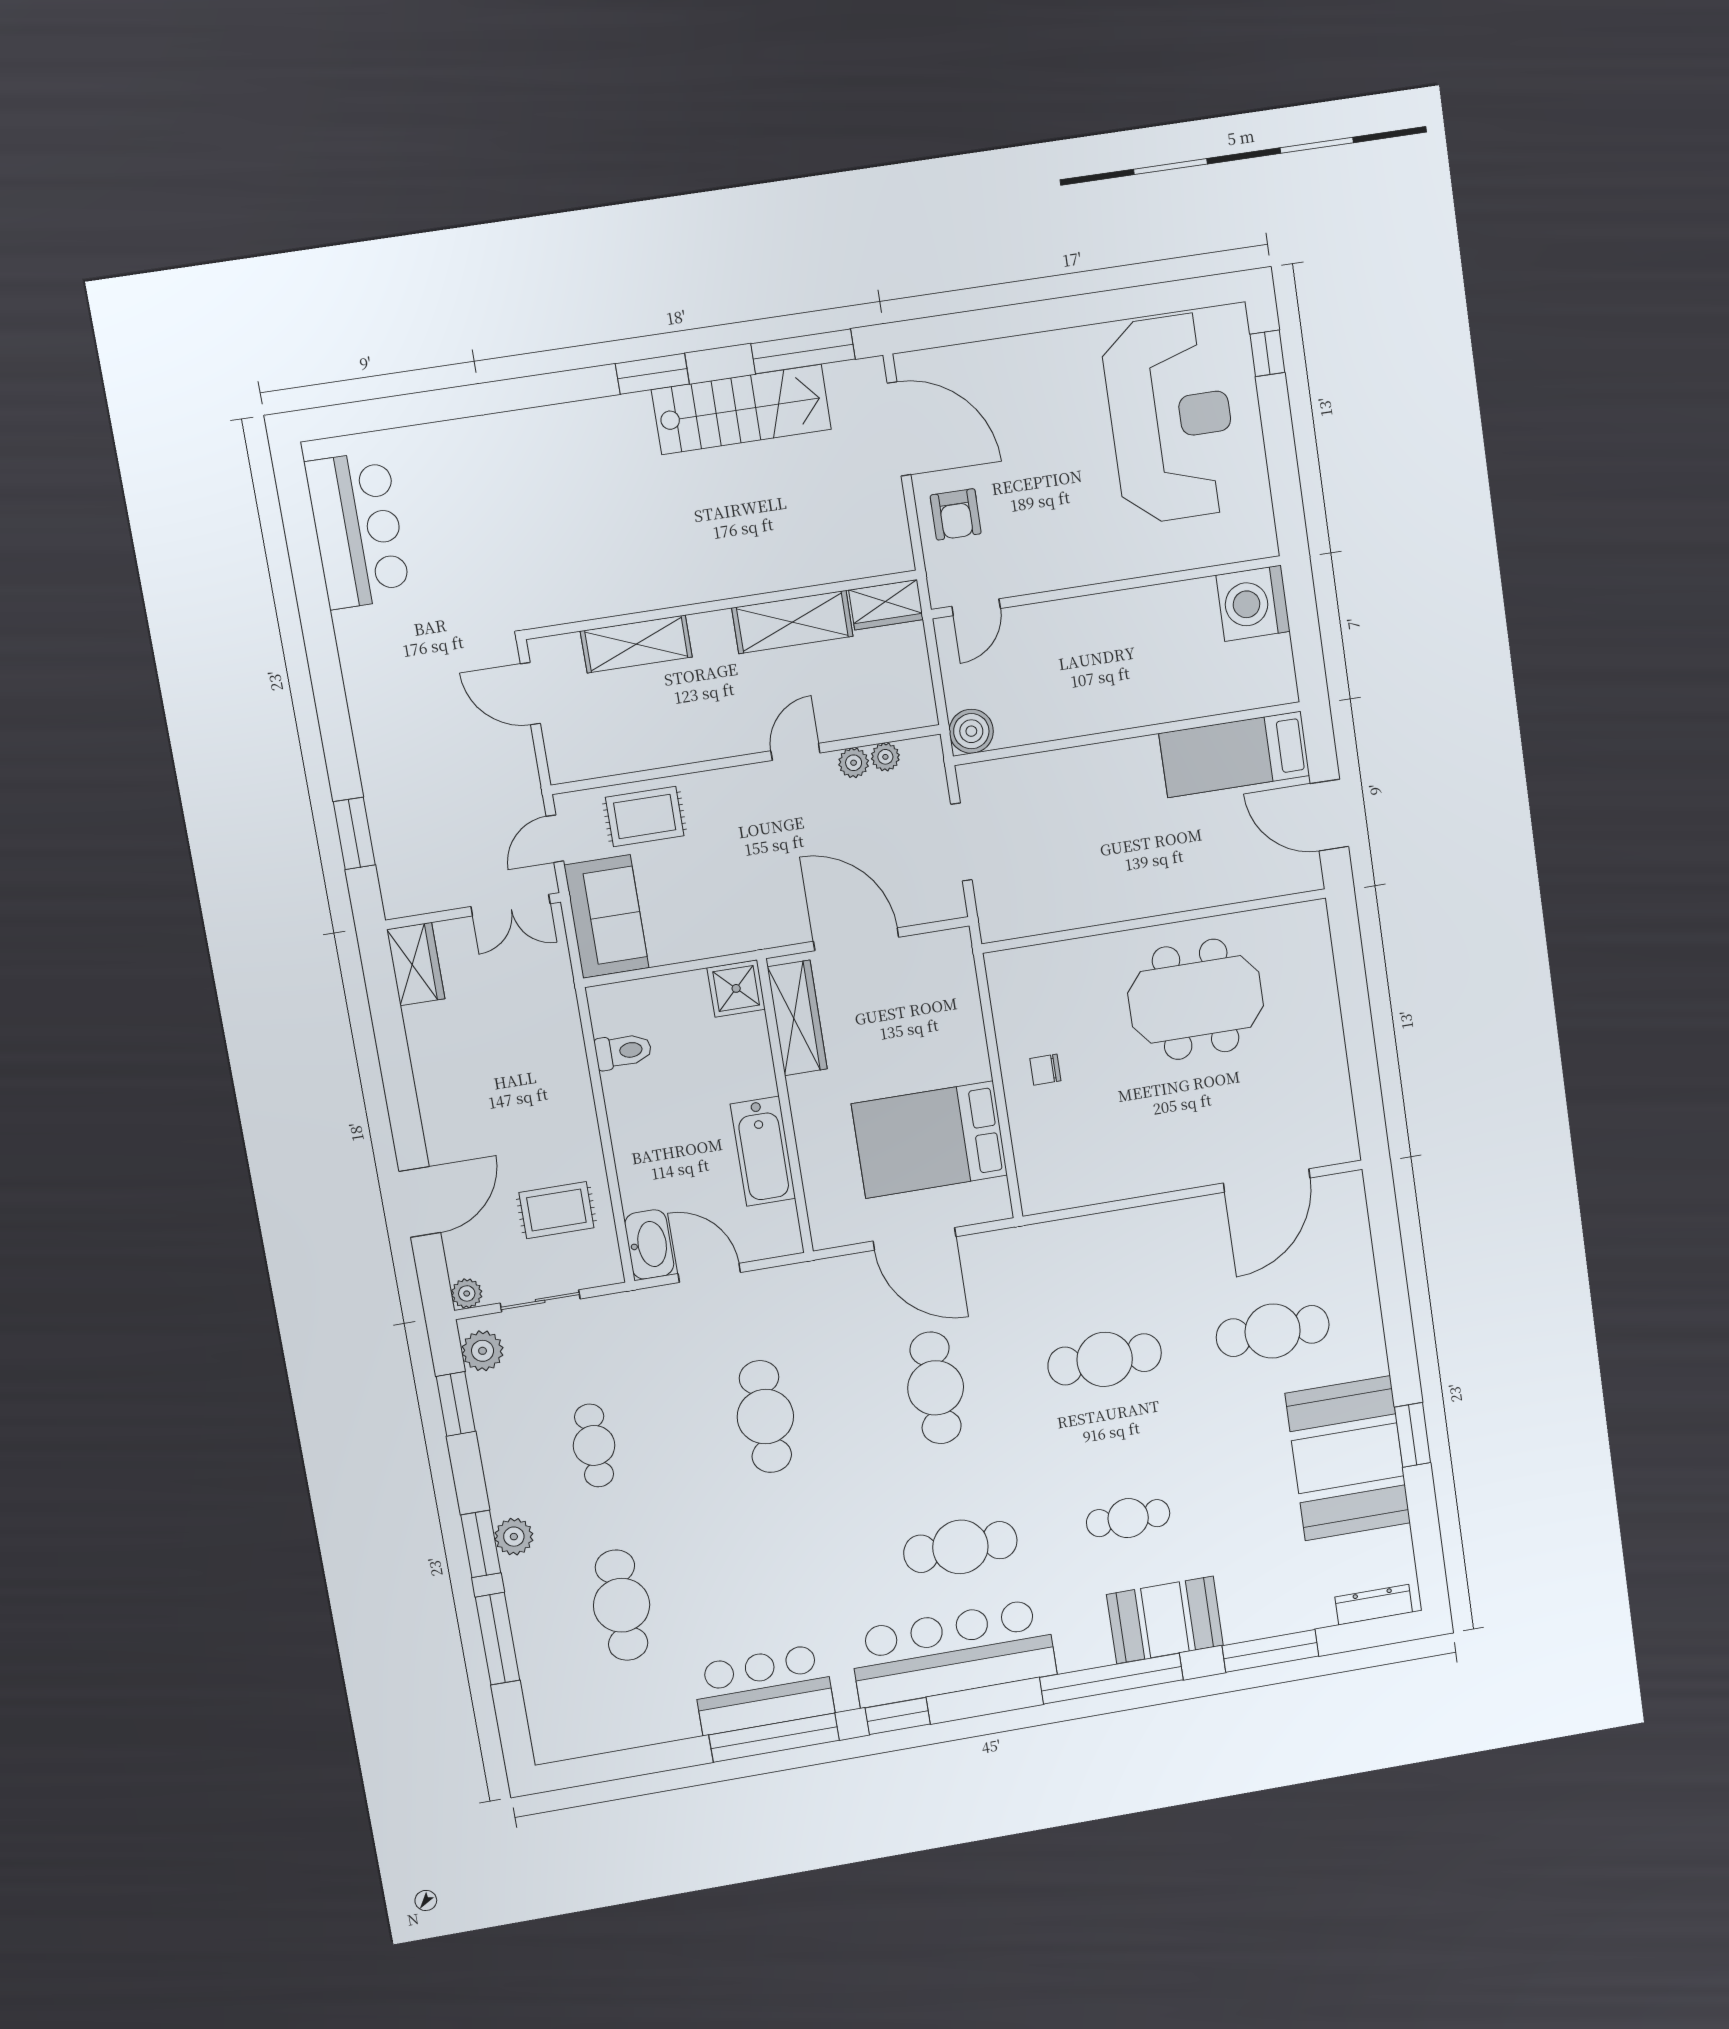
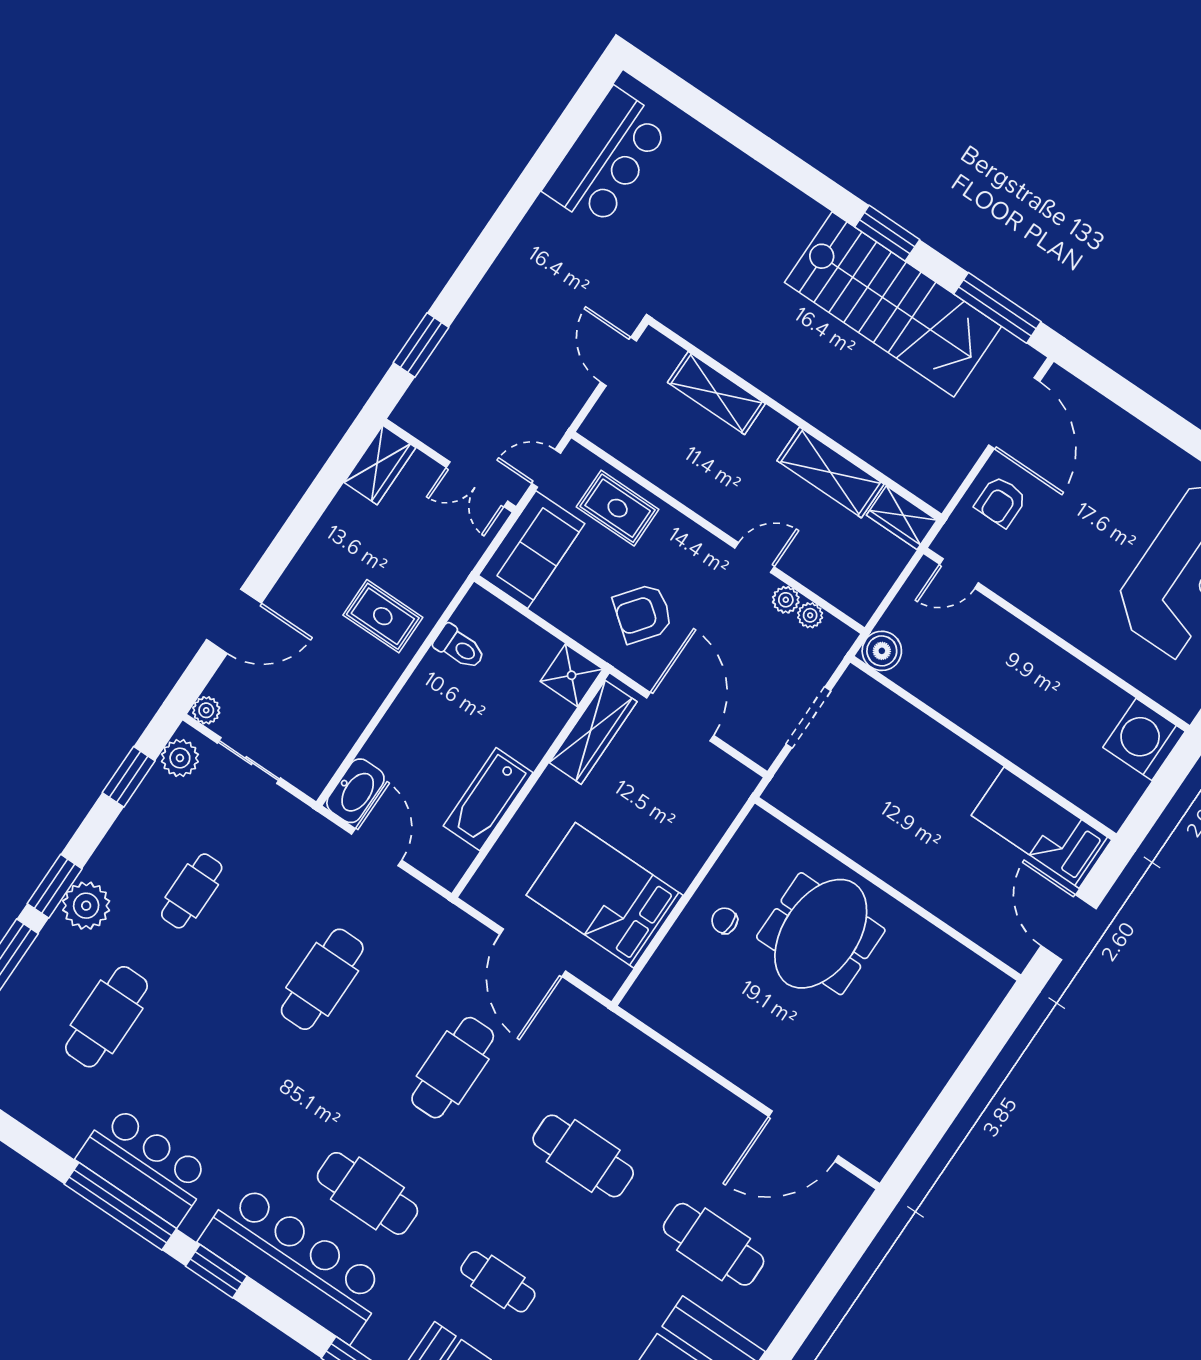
stairs: (741, 410) -> (893, 304), width x1.36, depth x1.51
armchair: (747, 884) -> (643, 613), added
meeting table: (1196, 999) -> (821, 934), moved, turned 90
rug: (556, 1210) -> (383, 616), moved
plant: (514, 1537) -> (86, 906), width x1.36, depth x1.36

